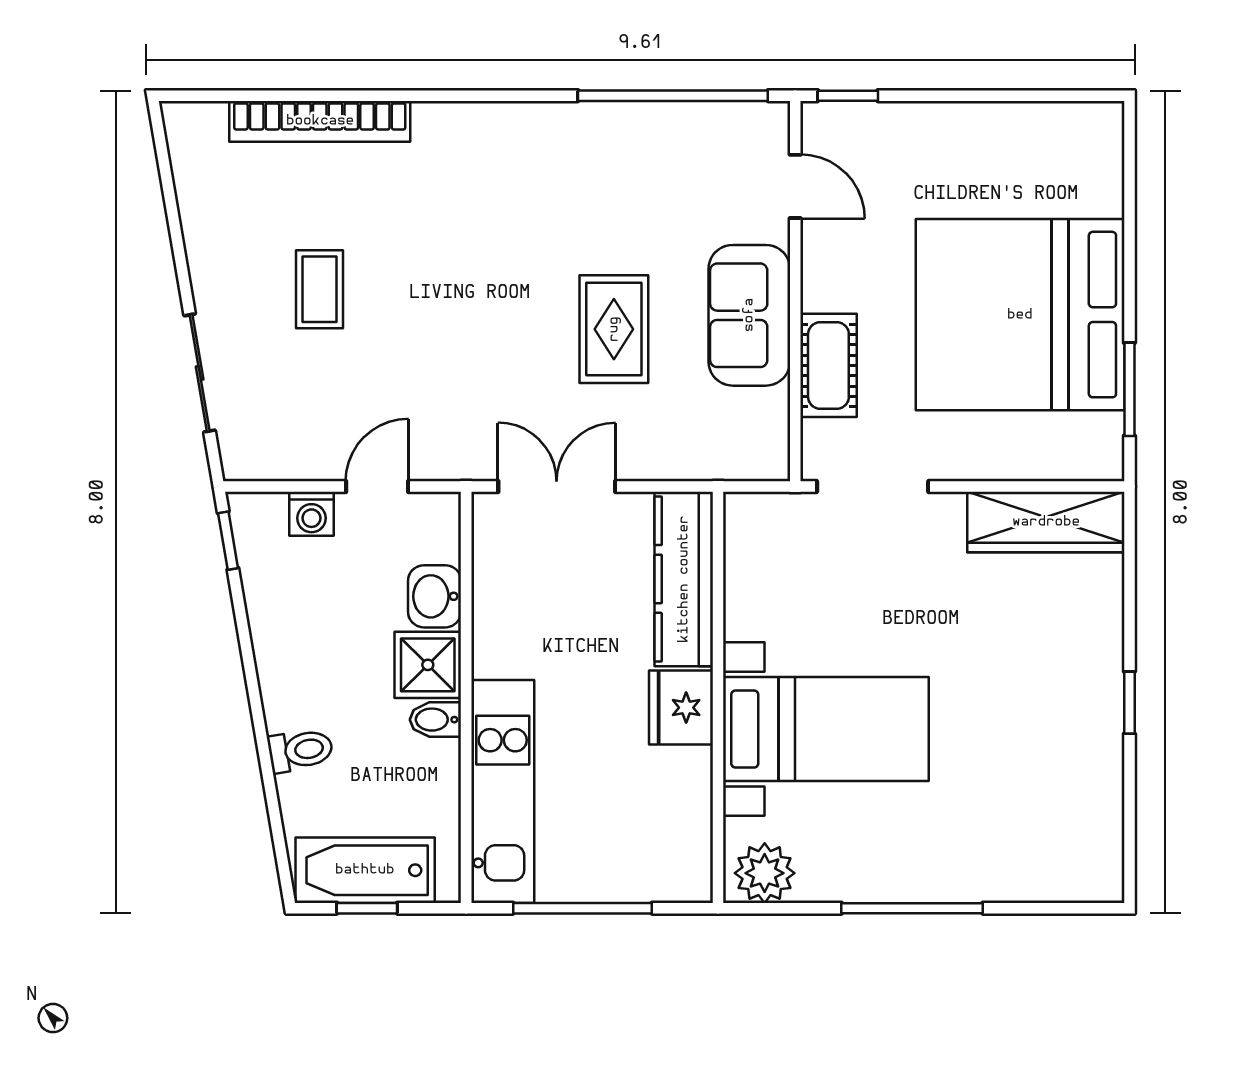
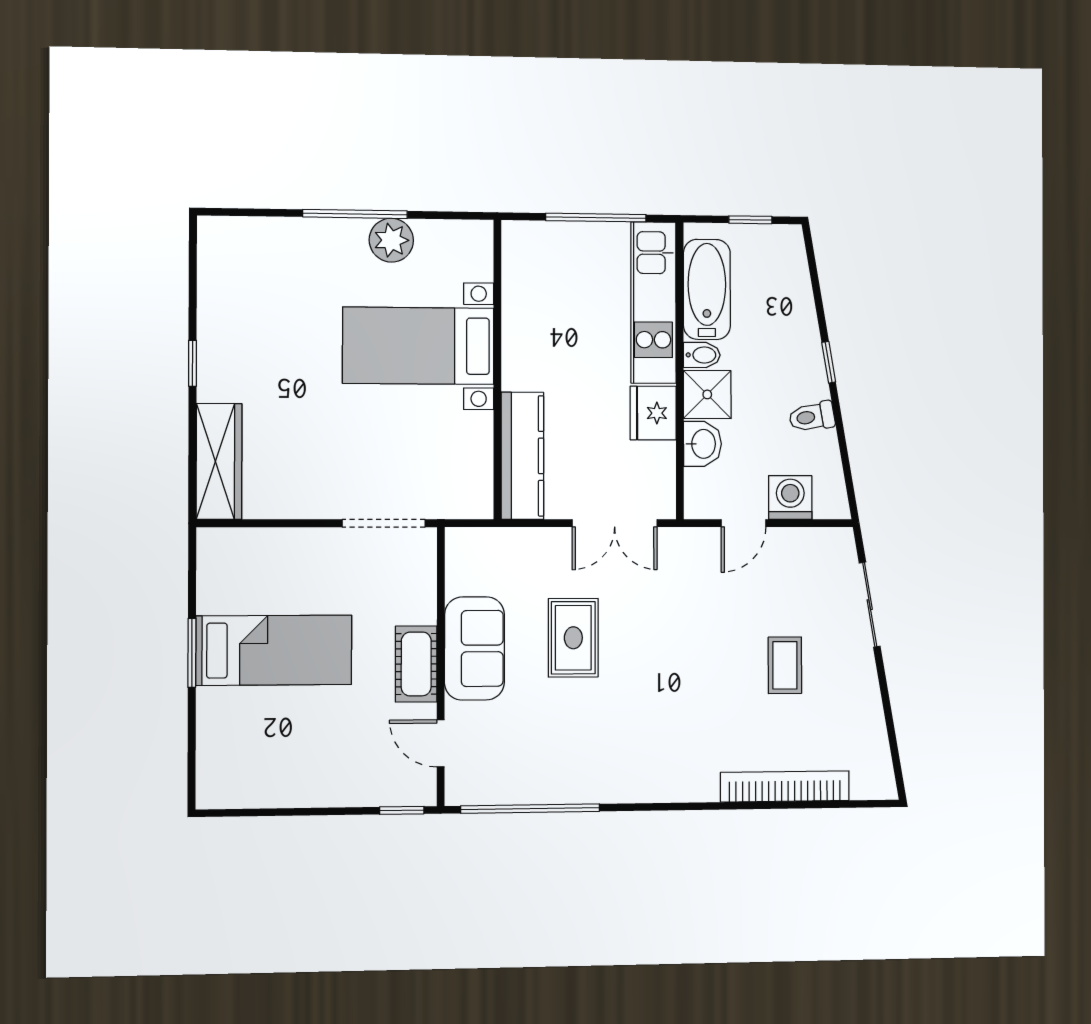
bed: (1020, 315) -> (274, 650), width x0.49
cot: (828, 365) -> (416, 664), moved
window: (1129, 389) -> (192, 653), moved
washing machine: (311, 514) -> (790, 498), width x1.38, depth x1.38
wardrobe: (1046, 522) -> (219, 461), moved, turned 90
window: (228, 541) -> (829, 362), moved
fridge: (681, 708) -> (653, 413), moved, turned 180
toilet: (300, 750) -> (812, 417), moved
bathtub: (365, 870) -> (707, 289), moved, turned -90
plant: (765, 873) -> (391, 240), moved

